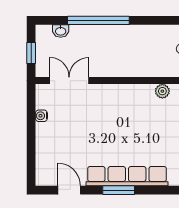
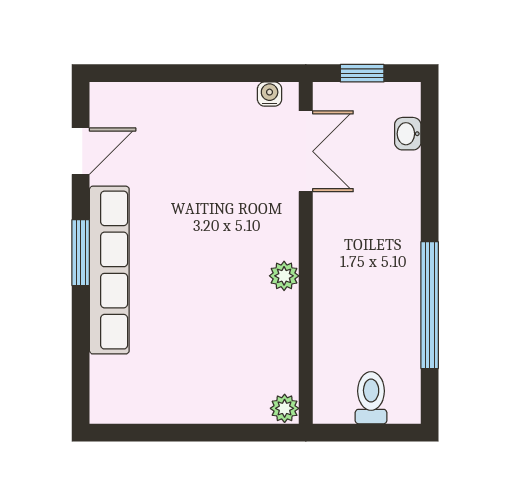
window: (98, 20) -> (430, 305), moved
plant: (162, 91) -> (284, 276), moved
water cooler: (41, 116) -> (270, 94), moved

